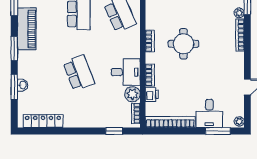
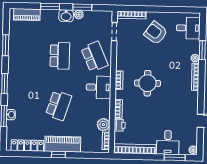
piano: (27, 29) -> (63, 144), moved, turned -90
desk: (126, 72) -> (99, 87), moved
school desk: (79, 73) -> (59, 105), turned 39
window: (114, 131) -> (58, 155), moved

